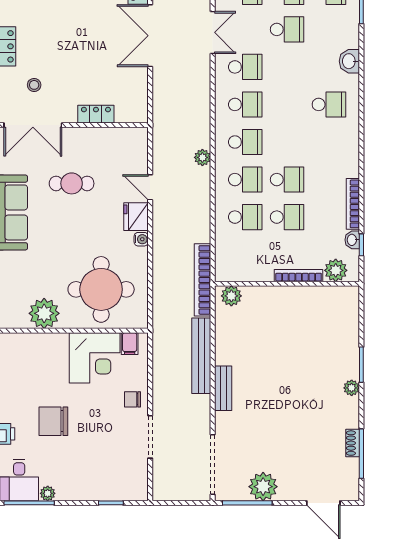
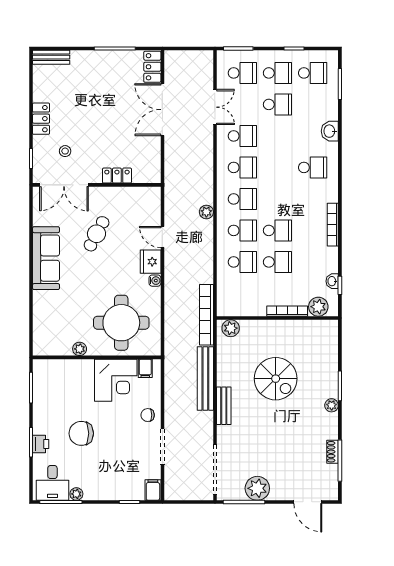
cafe table: (72, 183) -> (97, 234), turned -62
bookcase: (353, 204) -> (333, 225), moved
plant: (44, 313) -> (80, 349), width x0.53, depth x0.53
spiral stairs: (285, 356) -> (276, 379), added
filing cabinet: (139, 489) -> (153, 490), added

